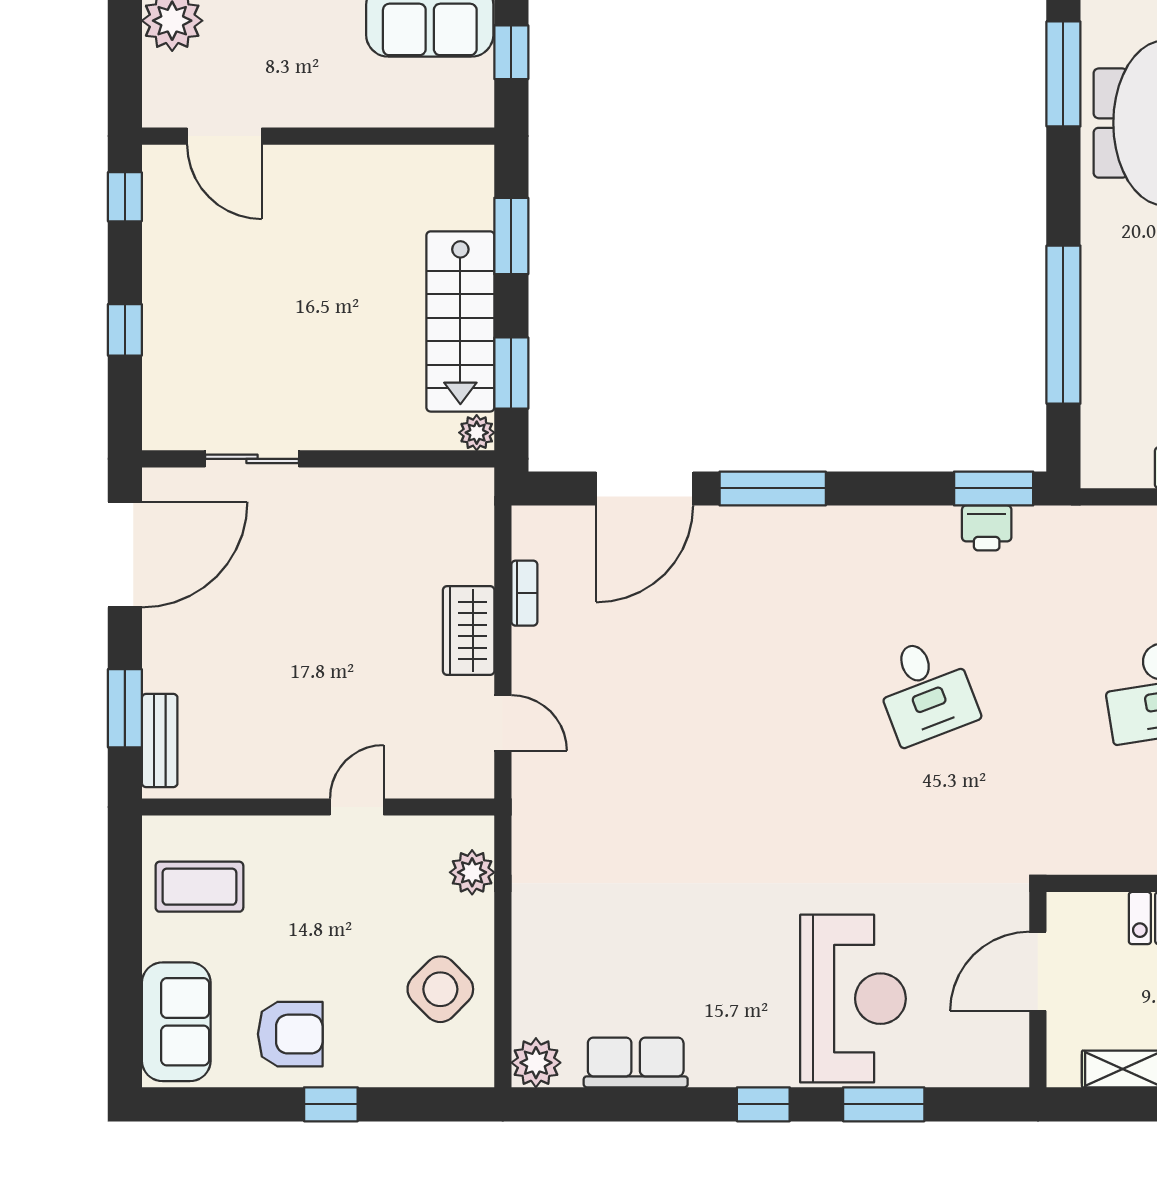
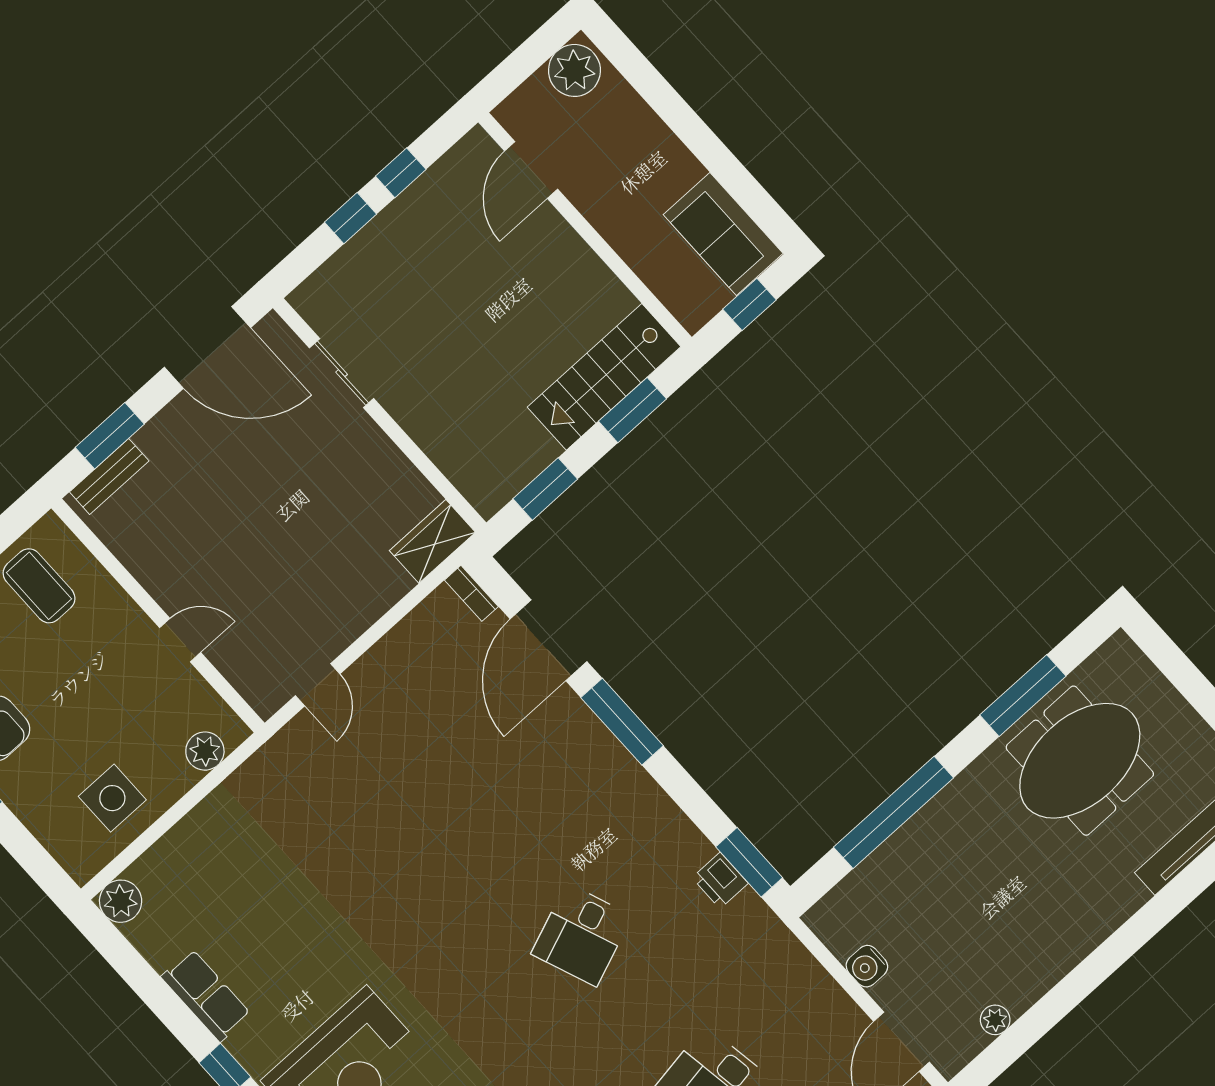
window: (1063, 74) -> (1023, 696), moved
window: (125, 197) -> (401, 173), moved
stairs: (460, 321) -> (604, 377), moved
plant: (477, 433) -> (487, 501), removed
door: (645, 488) -> (548, 640), hinge flipped
bookcase: (524, 593) -> (471, 593), moved, turned 90
wardrobe: (469, 631) -> (432, 541), moved
side table: (440, 989) -> (112, 798), turned 45
row of seats: (636, 1062) -> (206, 995), moved

